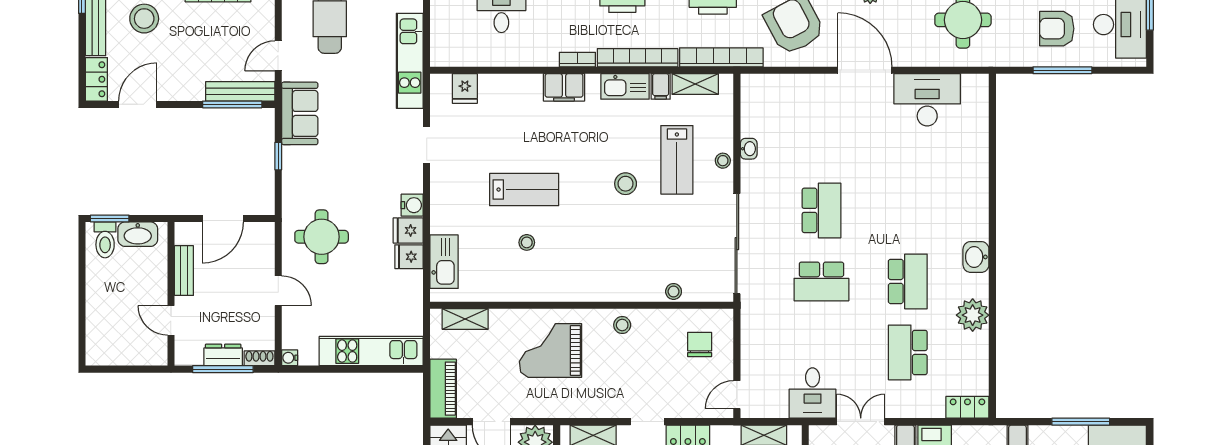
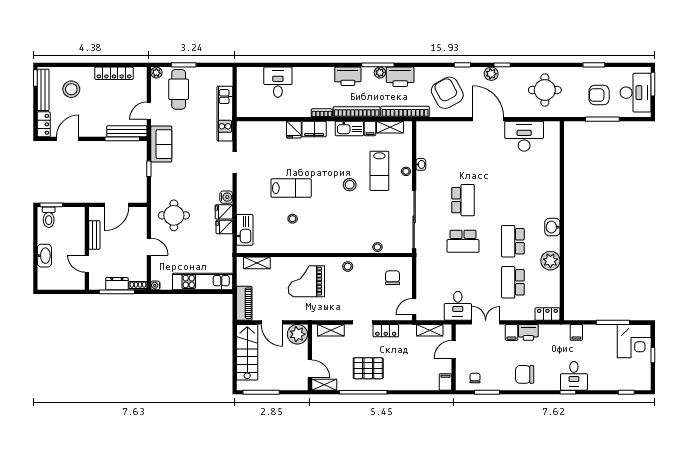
fridge: (465, 88) -> (294, 130), moved
washbasin: (138, 234) -> (44, 256), moved, turned -90
school desk: (908, 281) -> (513, 241), turned 180

